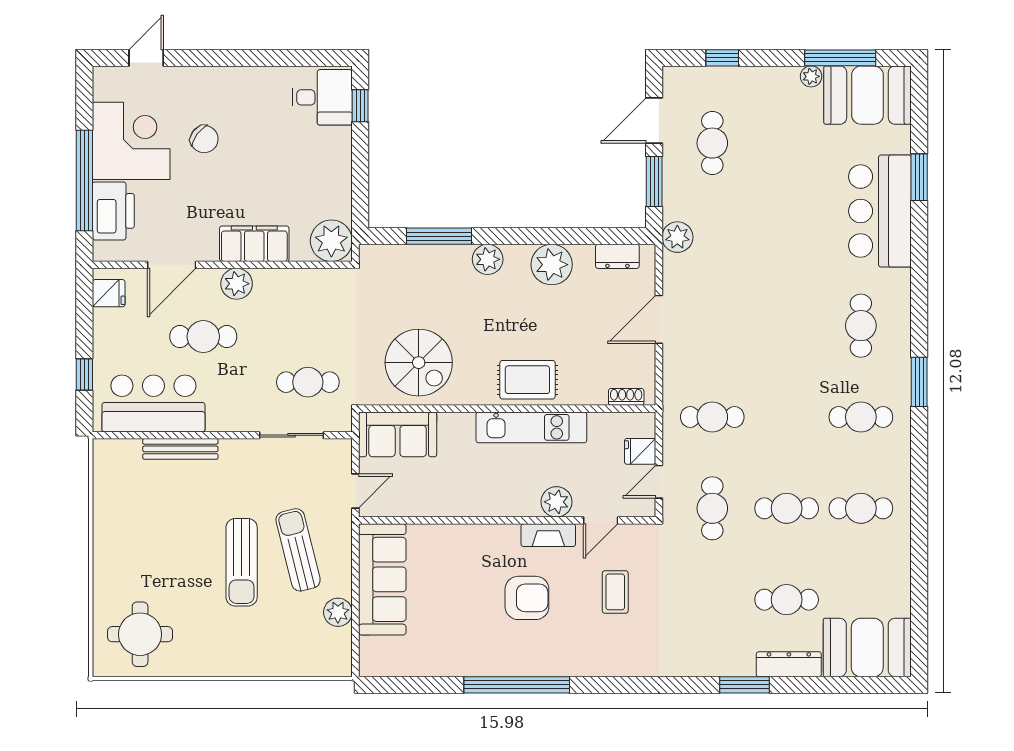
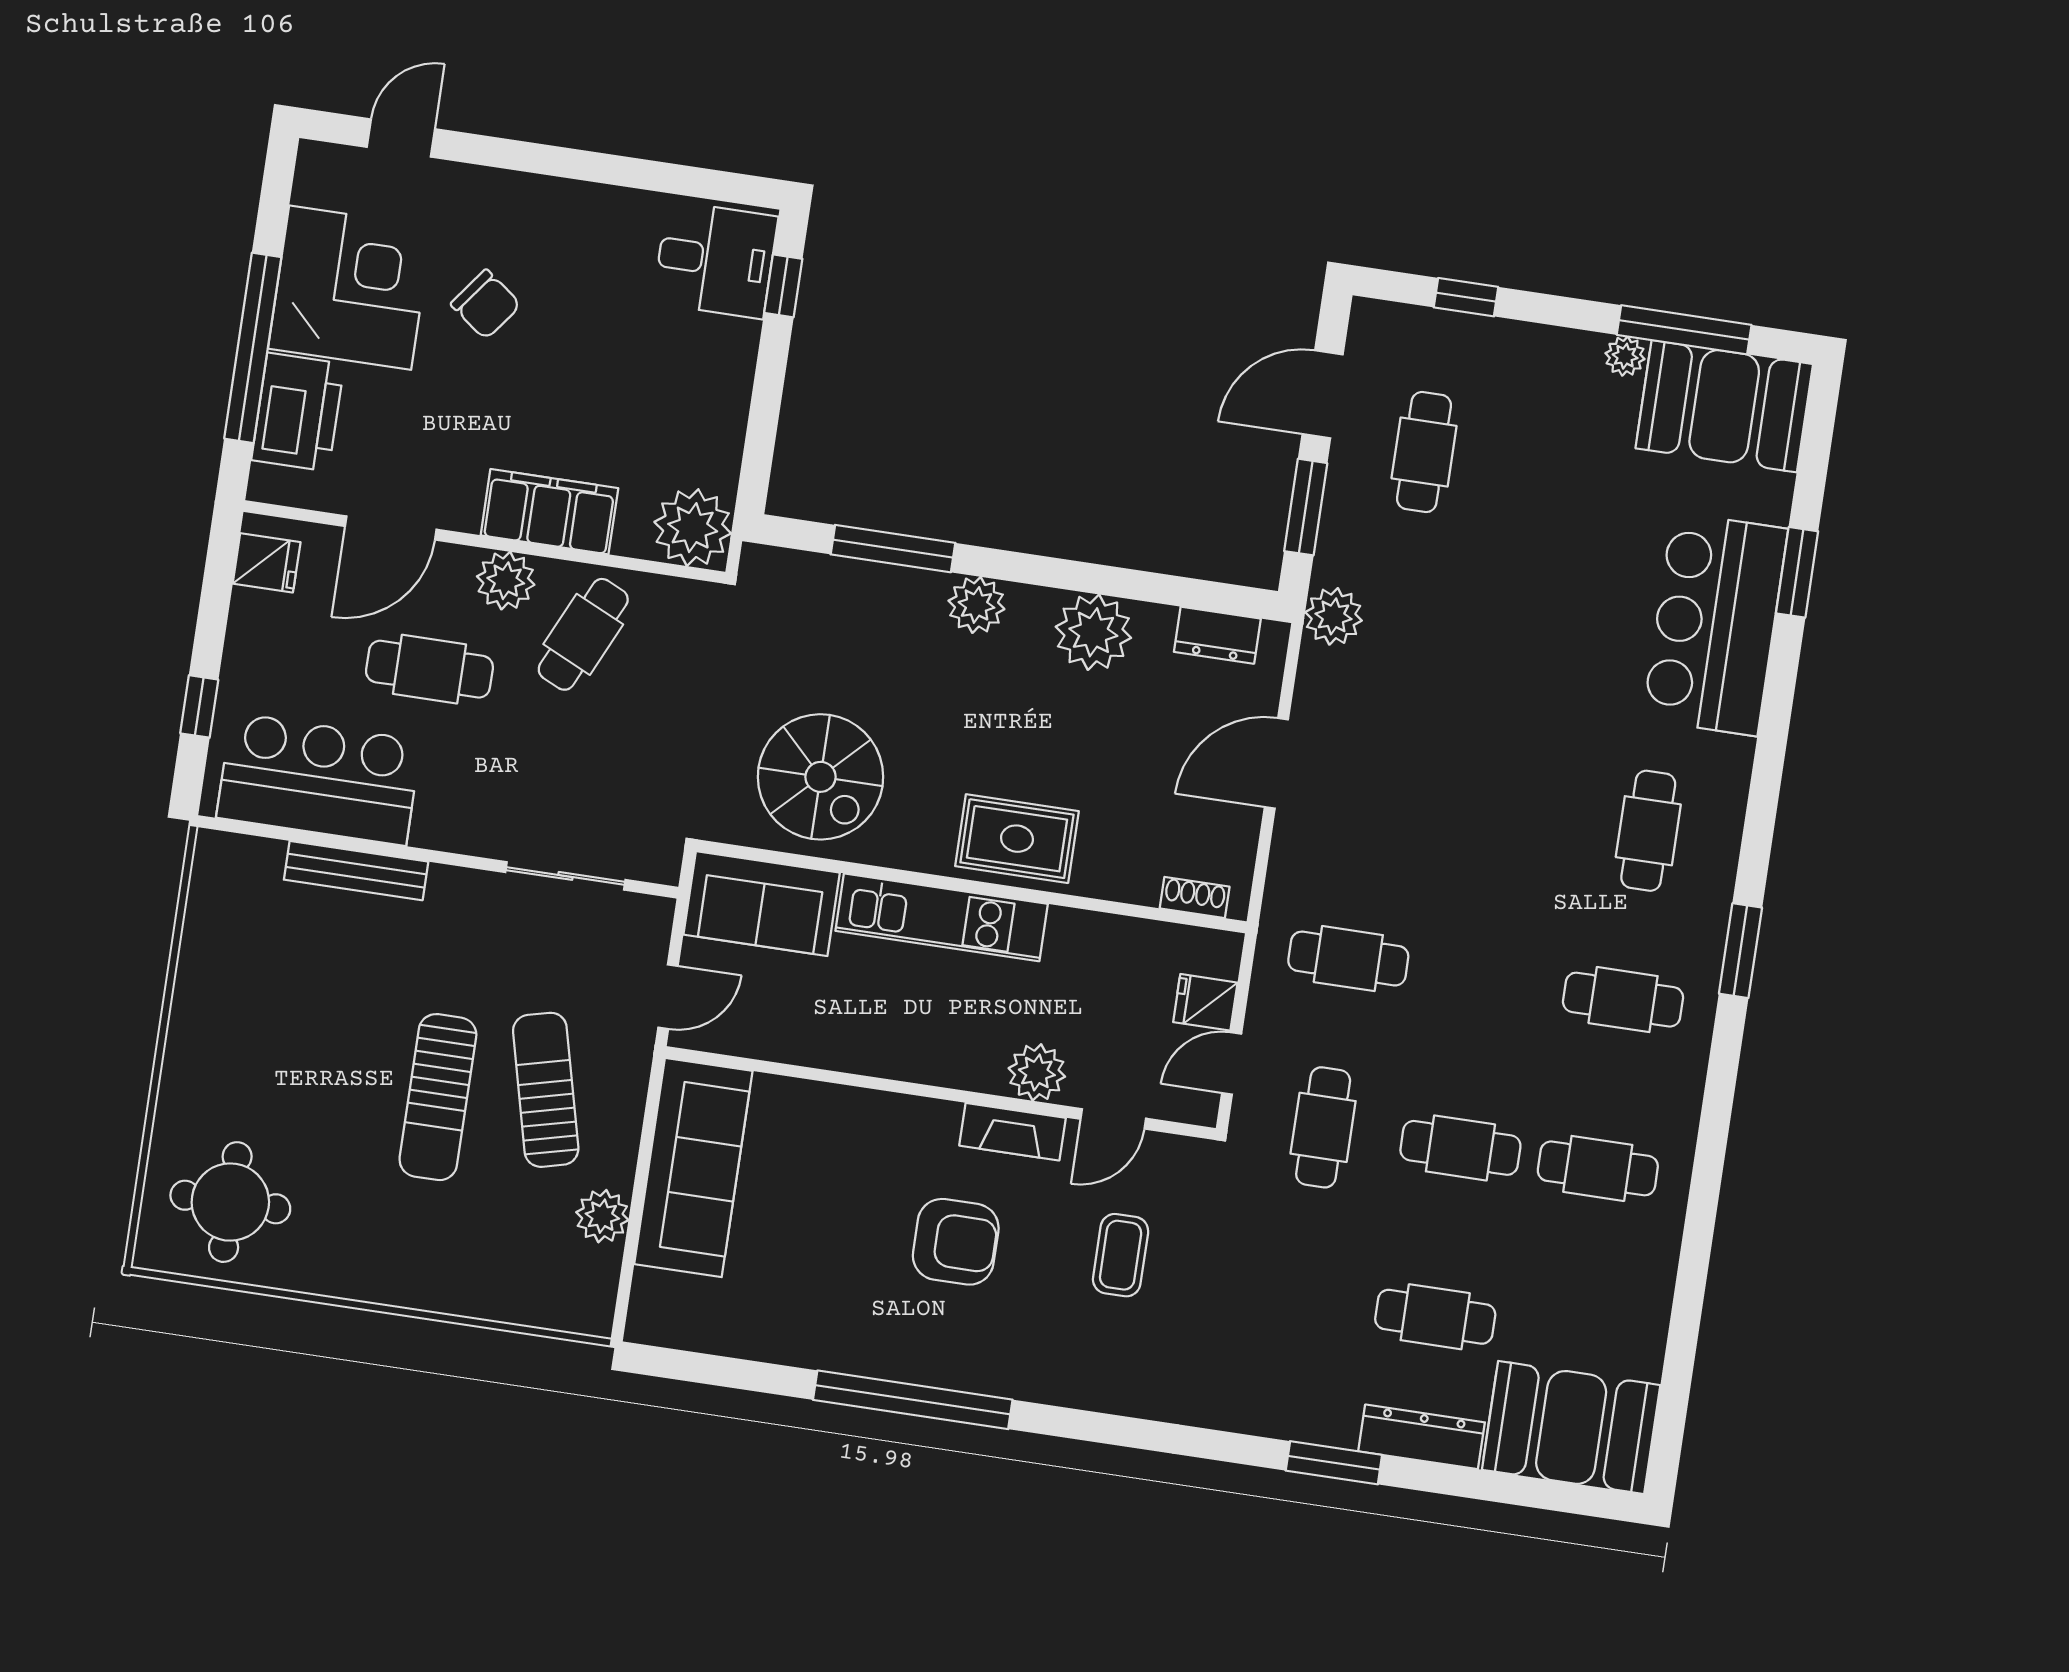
cafe table: (308, 382) -> (583, 634), moved, turned -65
kitchen unit: (531, 427) -> (942, 917), moved

